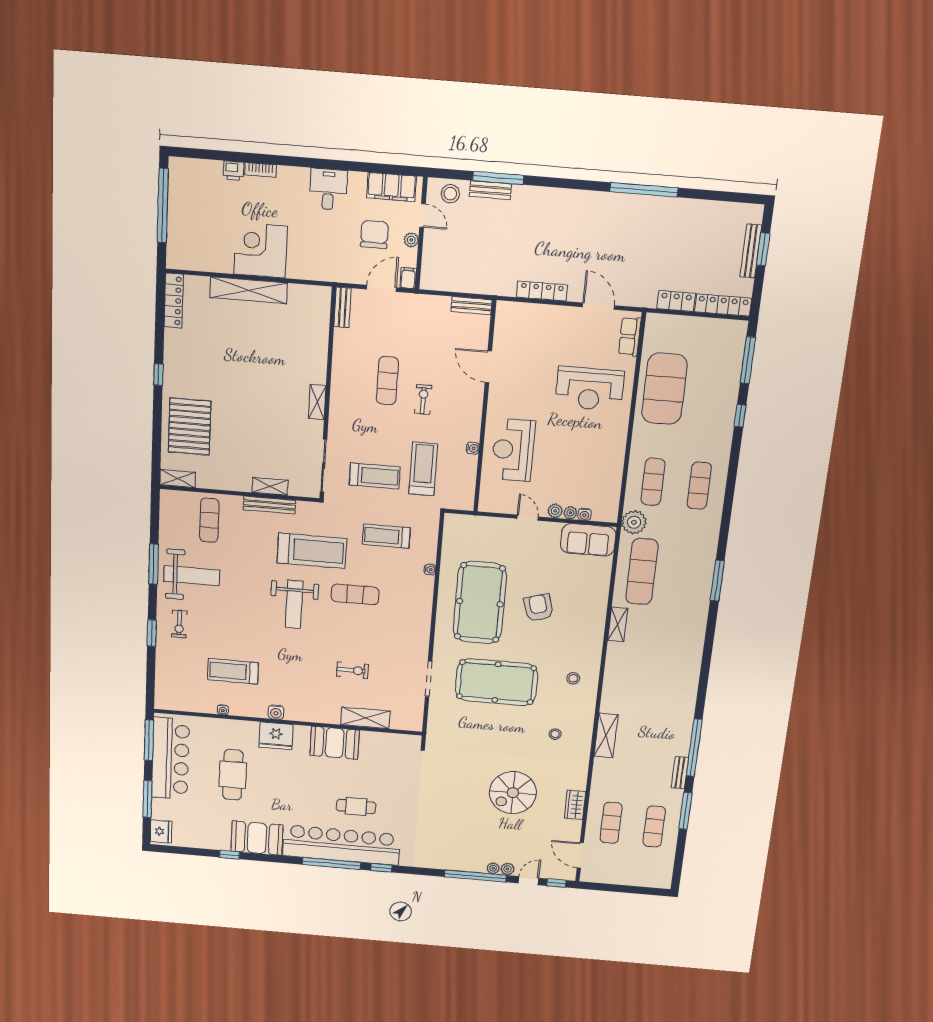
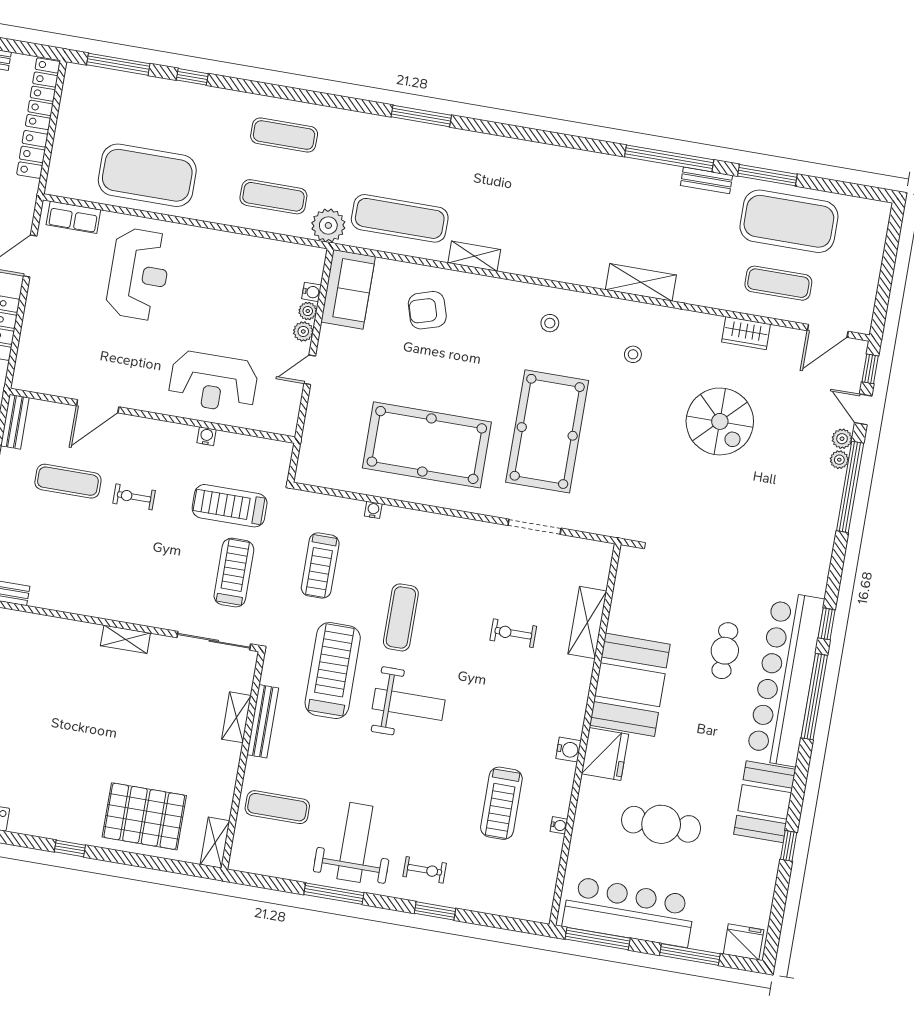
exercise mat: (387, 381) -> (68, 481), moved
armchair: (539, 608) -> (427, 310), moved
exercise bike: (352, 670) -> (513, 633), turned -90
booth: (335, 743) -> (630, 685), width x1.36, depth x1.42
exercise mat: (654, 826) -> (789, 221), width x2.00, depth x1.45

